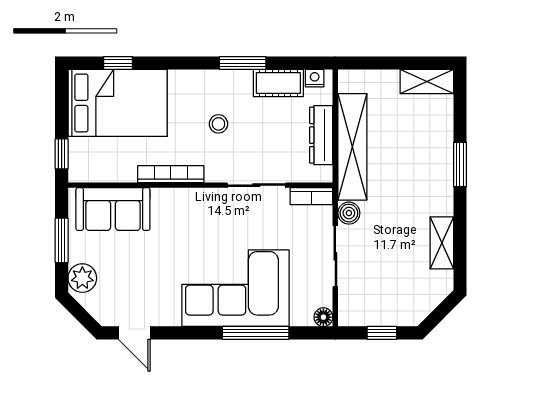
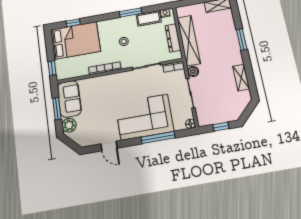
sofa: (113, 209) -> (69, 99), moved, turned -90
door: (134, 333) -> (109, 146), moved

